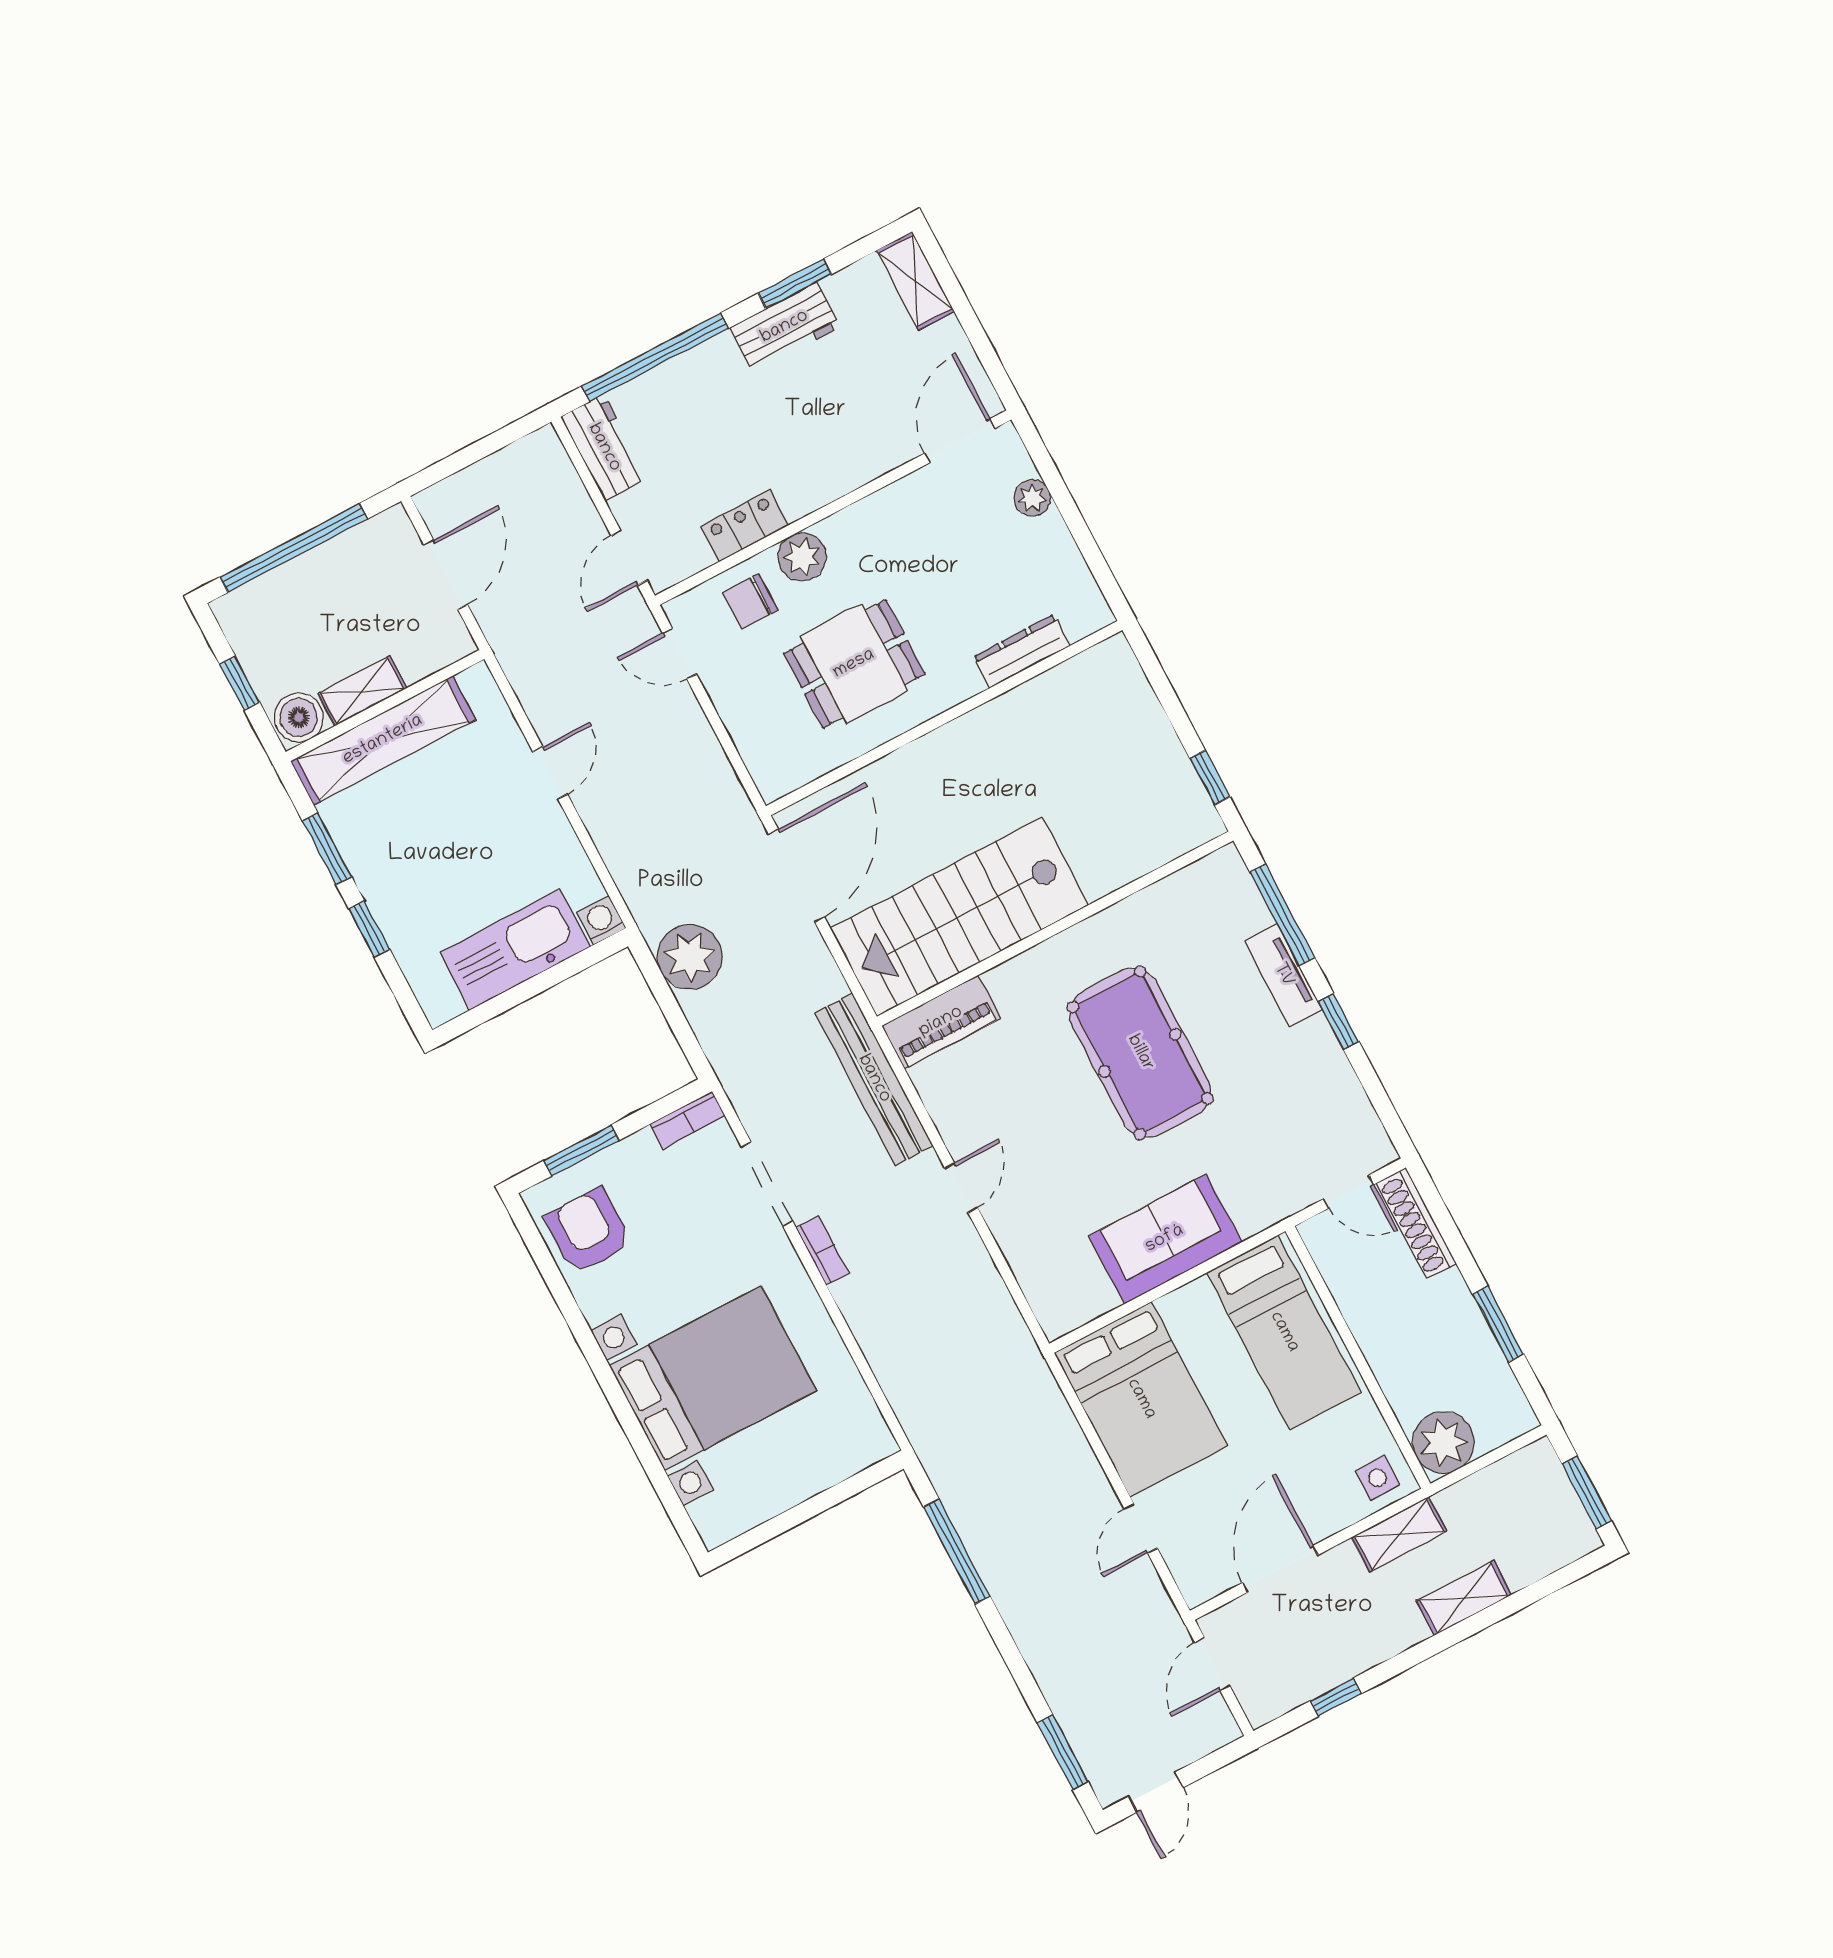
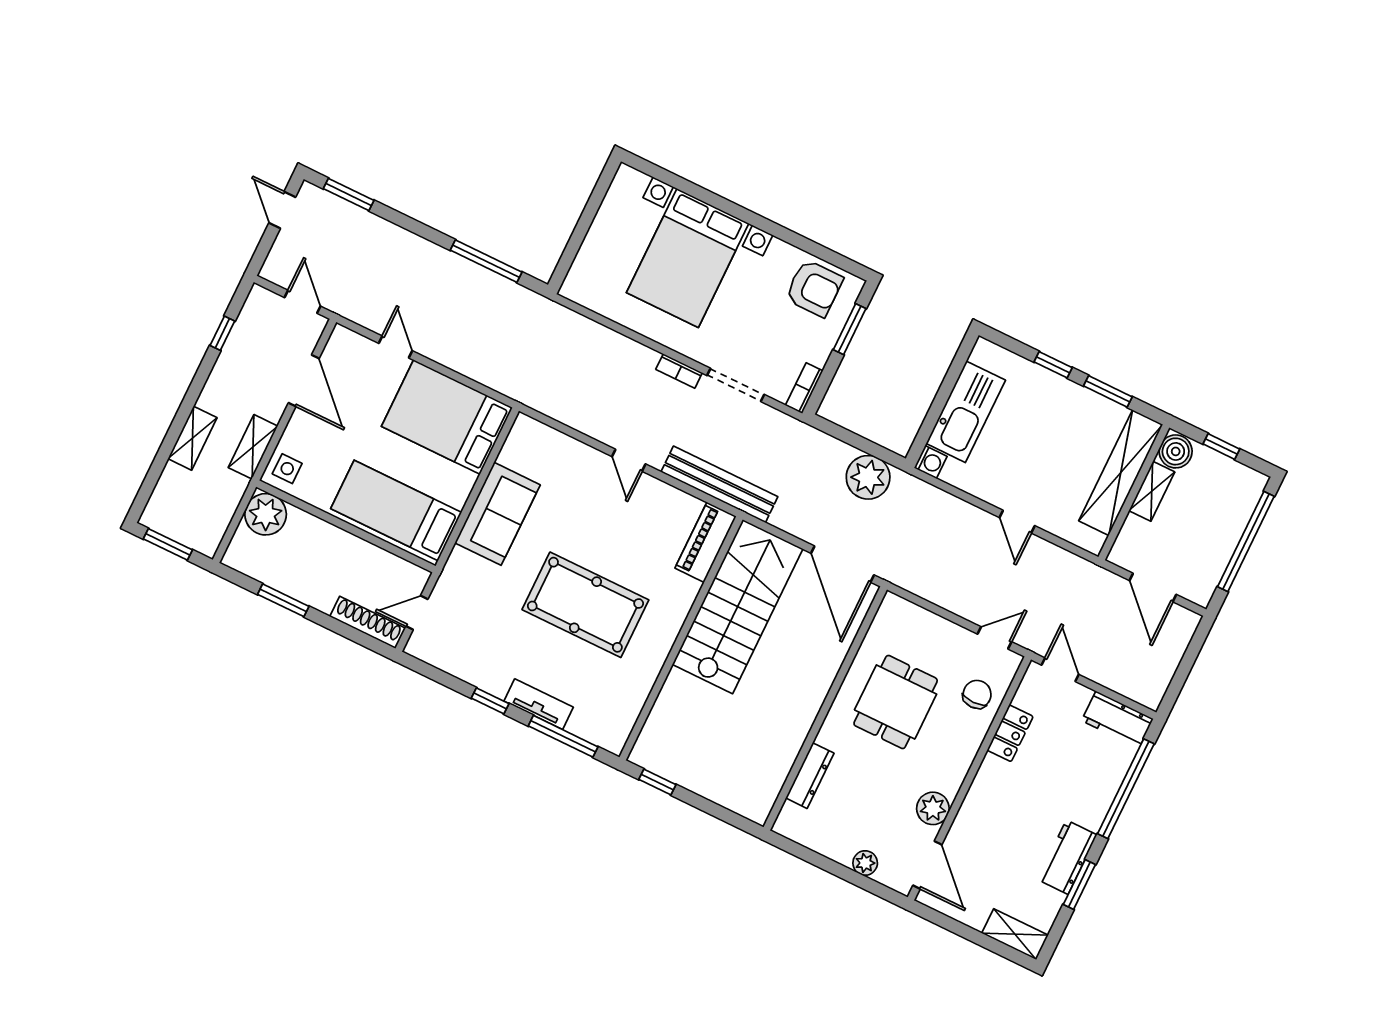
plant: (802, 557) -> (933, 808), moved

